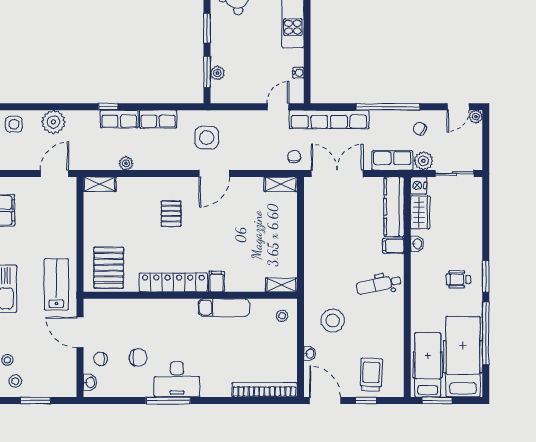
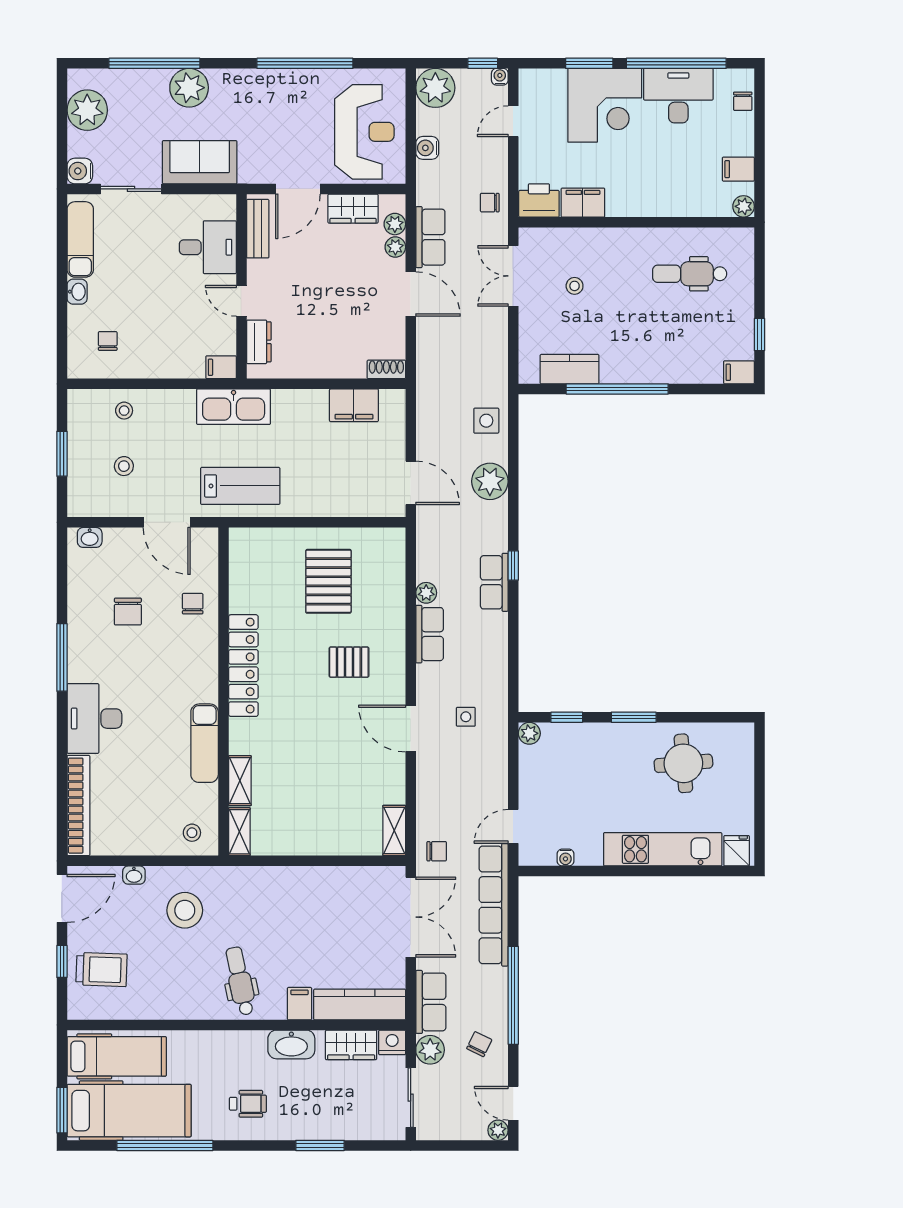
window: (207, 72) -> (567, 717), width x0.67
plant: (217, 73) -> (529, 733), moved
door: (278, 107) -> (513, 826), swing flipped
row of seats: (158, 119) -> (430, 634), moved, turned 180
side table: (207, 138) -> (466, 717), width x0.54, depth x0.54
shelving: (100, 184) -> (240, 781), moved
washbasin: (417, 244) -> (291, 1044), width x1.91, depth x1.45
pallet: (109, 268) -> (328, 581), moved, turned 90
window: (486, 277) -> (320, 1145), moved
wheelchair: (459, 279) -> (248, 1104), turned 90
filing cabinet: (216, 282) -> (245, 732), removed
door: (80, 332) -> (167, 522), swing flipped
chair: (100, 359) -> (193, 604), moved
desk: (177, 379) -> (94, 719), moved
stool: (15, 381) -> (124, 466), moved
window: (437, 400) -> (62, 1110), moved

